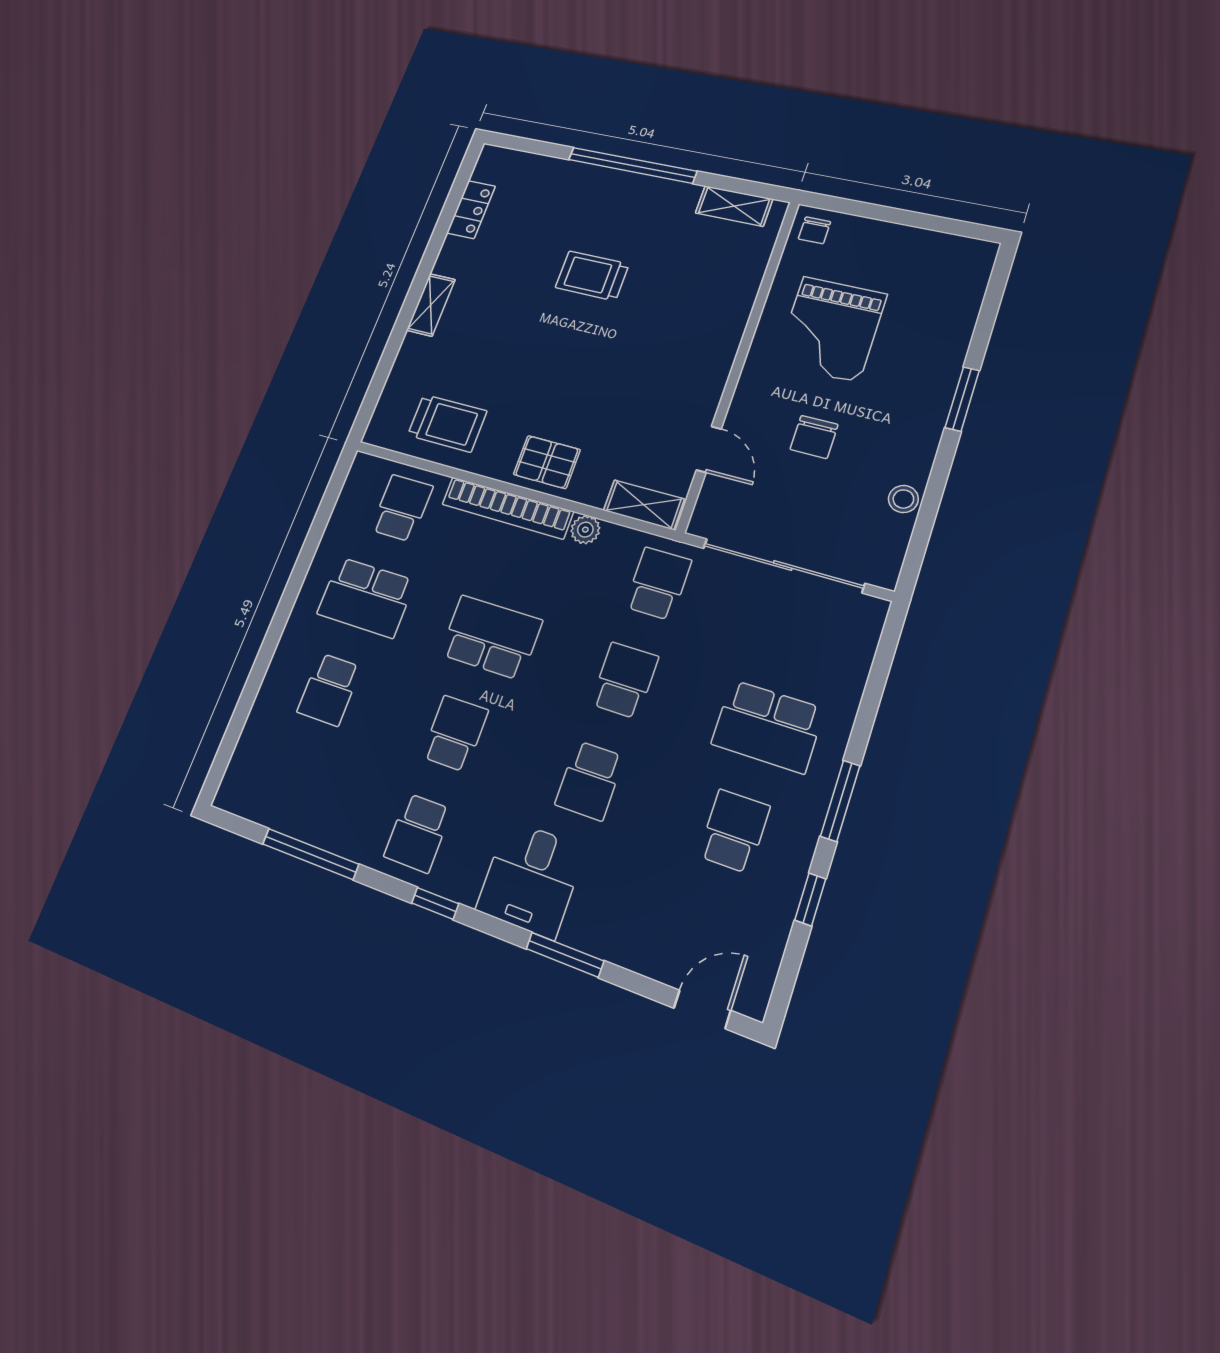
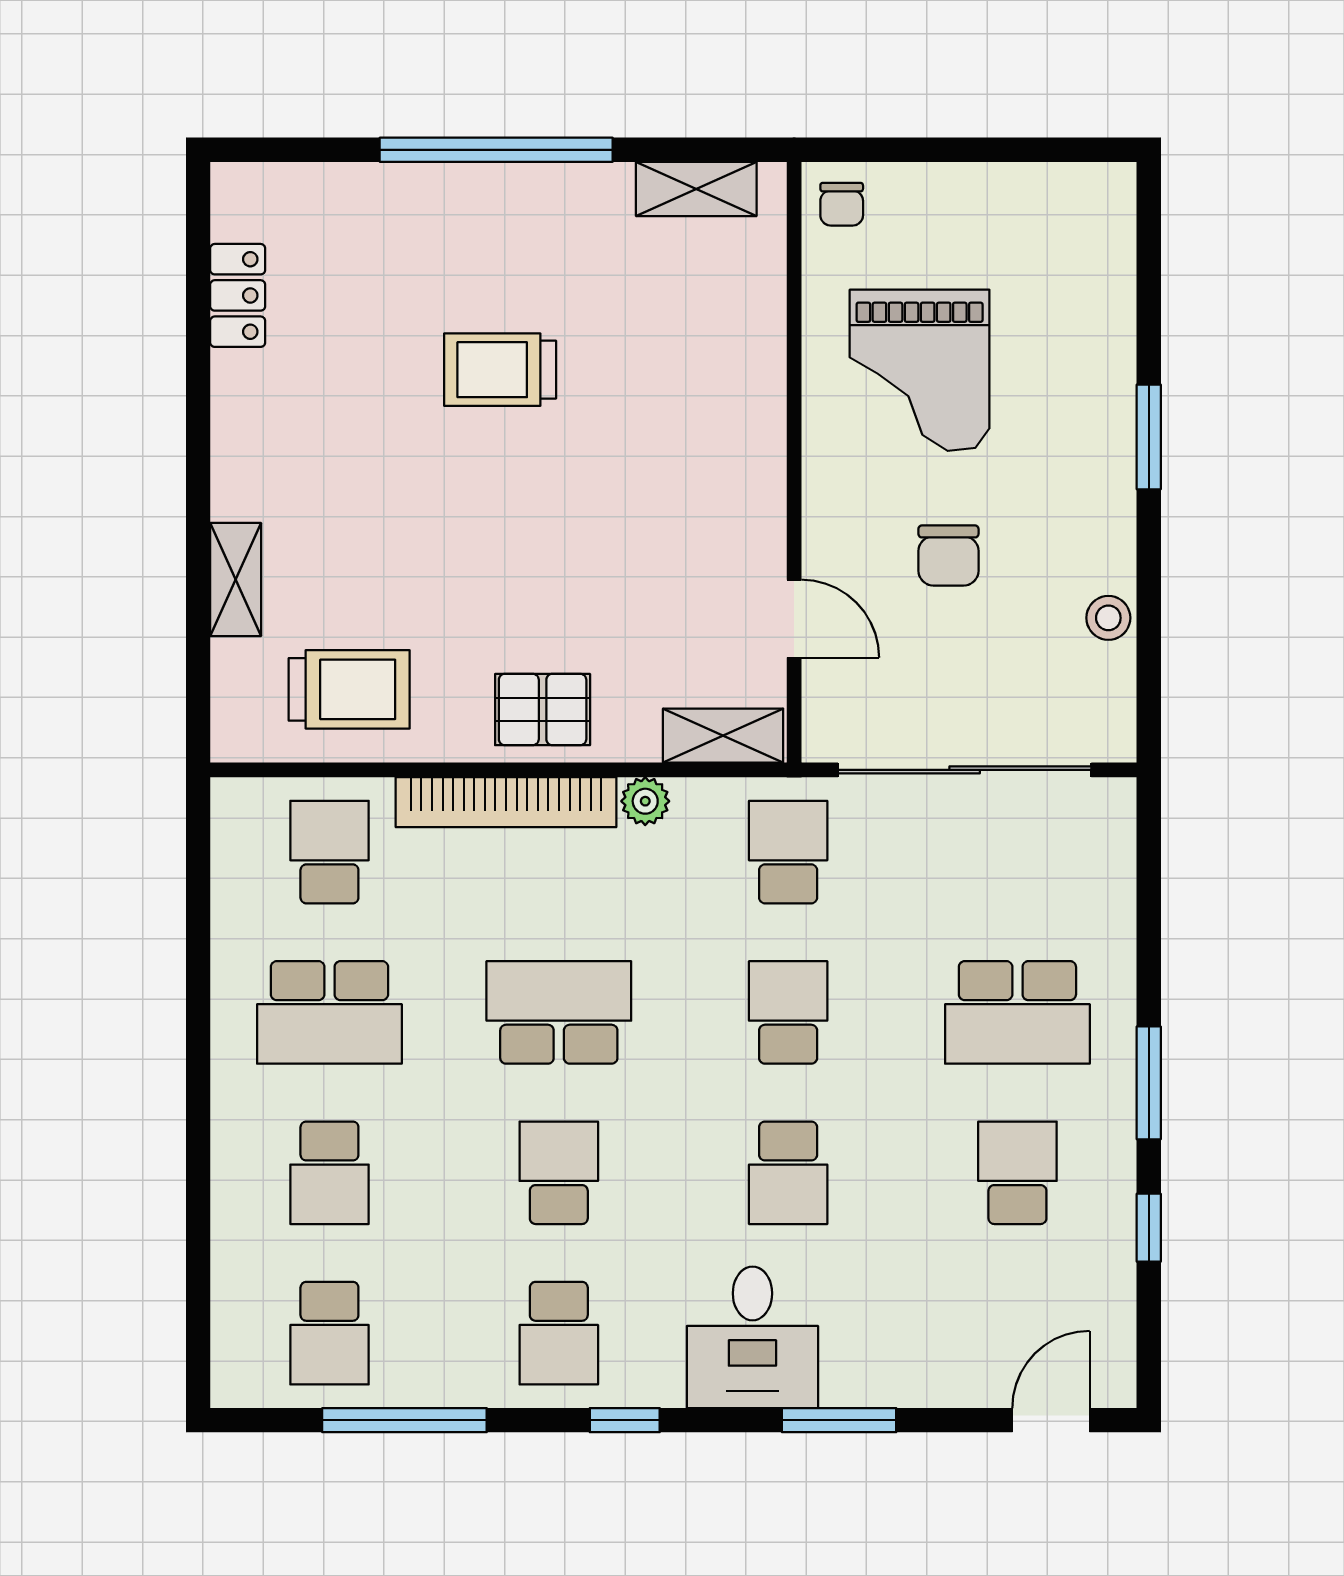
shelving: (431, 305) -> (236, 579), moved
school desk: (291, 785) -> (329, 1333), added

